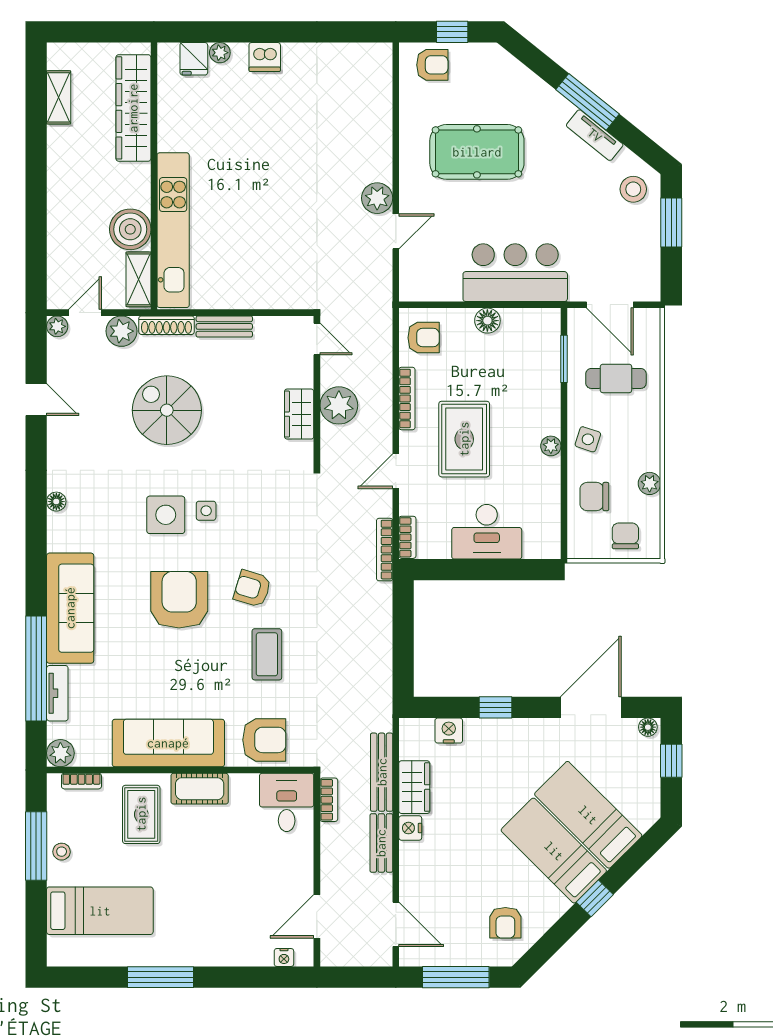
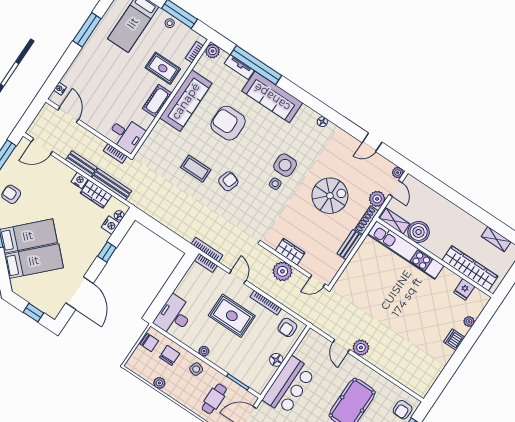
fridge: (194, 59) -> (464, 289), moved, turned -90
desk: (487, 532) -> (174, 316), moved
chair: (625, 536) -> (149, 342), moved
armchair: (179, 600) -> (228, 123), moved, turned 180
floor lamp: (648, 727) -> (119, 215), moved
armchair: (264, 740) -> (159, 143), removed

